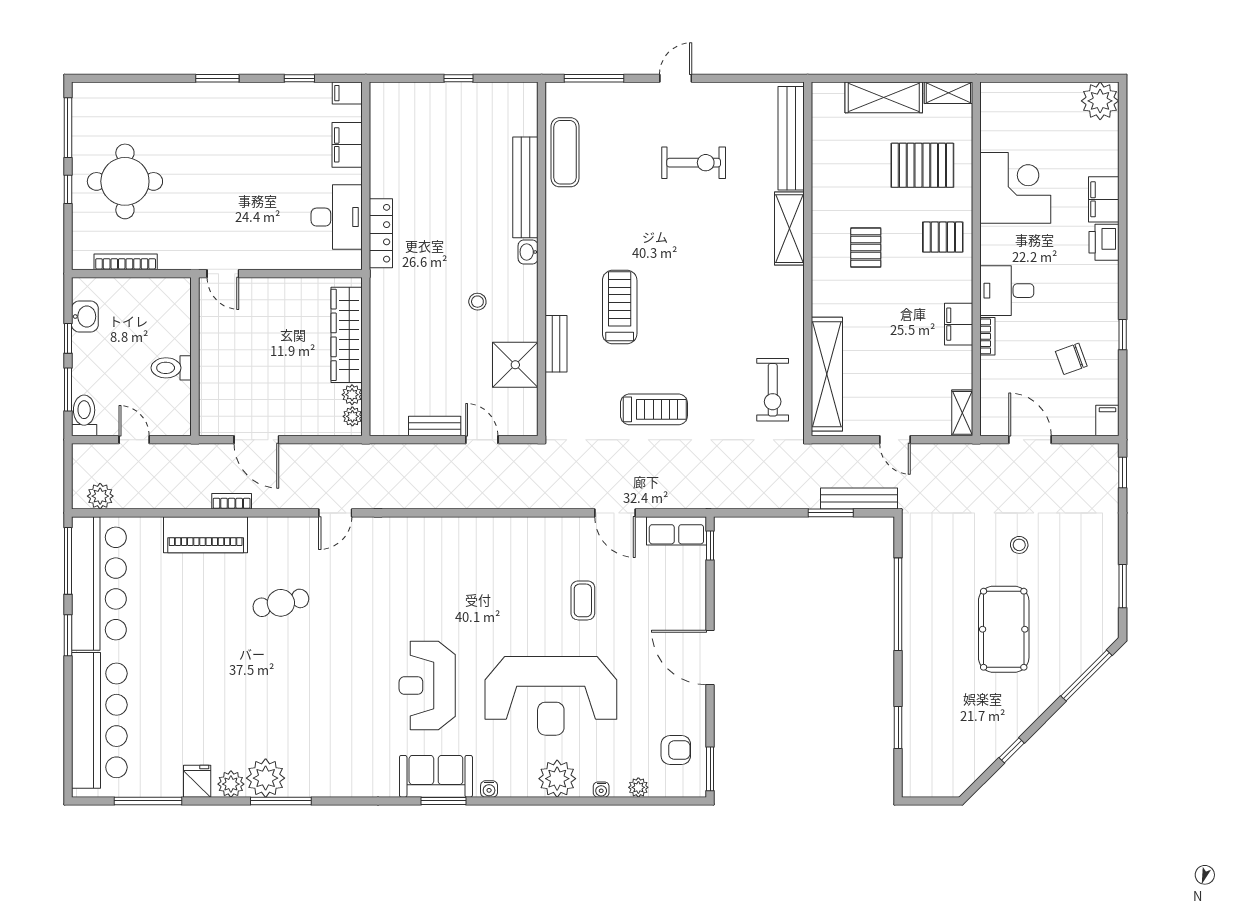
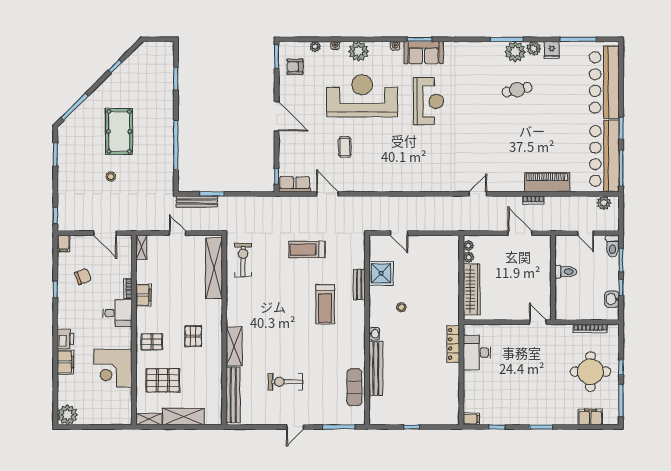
filing cabinet: (347, 145) -> (590, 417), moved, turned -90
bench: (435, 426) -> (424, 240), removed
cafe table: (281, 603) -> (517, 90), moved

